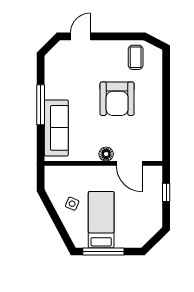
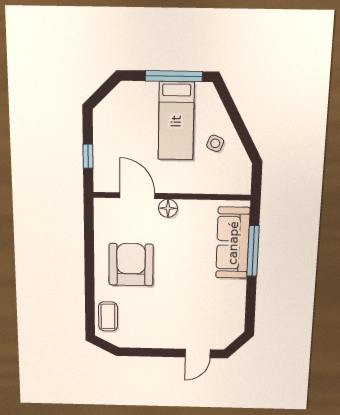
coffee table: (136, 57) -> (108, 316), moved
armchair: (117, 99) -> (131, 265), moved
window: (41, 105) -> (253, 251), moved

